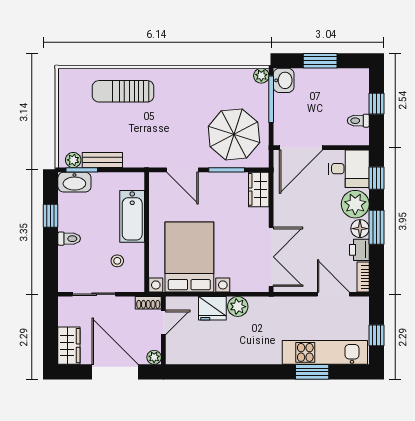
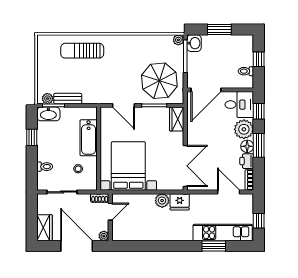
toilet: (69, 239) -> (45, 167), moved
fridge: (212, 308) -> (180, 202), moved

